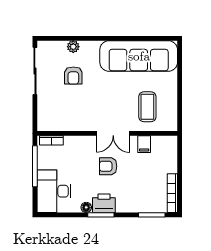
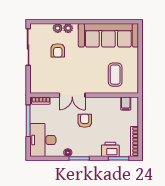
plant: (87, 47) -> (68, 28), added
double door: (113, 133) -> (72, 95), moved
filing cabinet: (144, 144) -> (126, 104), moved
armchair: (108, 166) -> (85, 121), turned 90
printer: (104, 203) -> (110, 149), moved

